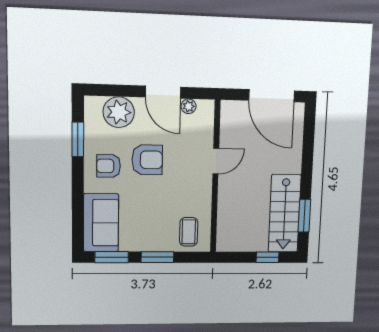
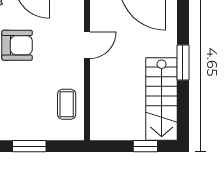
window: (304, 216) -> (183, 63), moved
coffee table: (189, 232) -> (67, 104), moved

